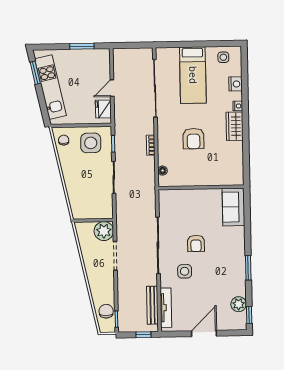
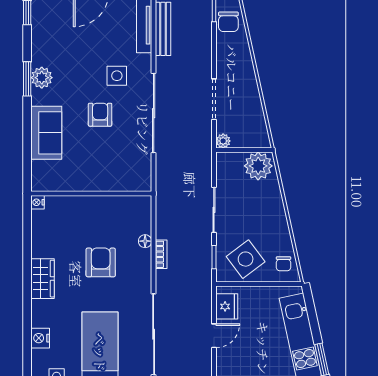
nightstand: (238, 106) -> (37, 202), moved
side table: (91, 143) -> (246, 259), turned -37
floor lamp: (163, 171) -> (145, 241), moved
sofa: (233, 207) -> (46, 133), moved
plant: (83, 209) -> (258, 166), added
plant: (104, 231) -> (223, 141), width x0.53, depth x0.53
plant: (239, 304) -> (42, 78), moved

